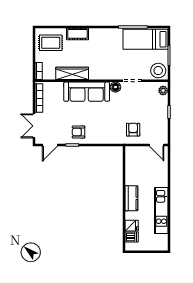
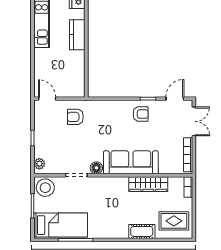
armchair: (133, 130) -> (75, 117), turned 90

